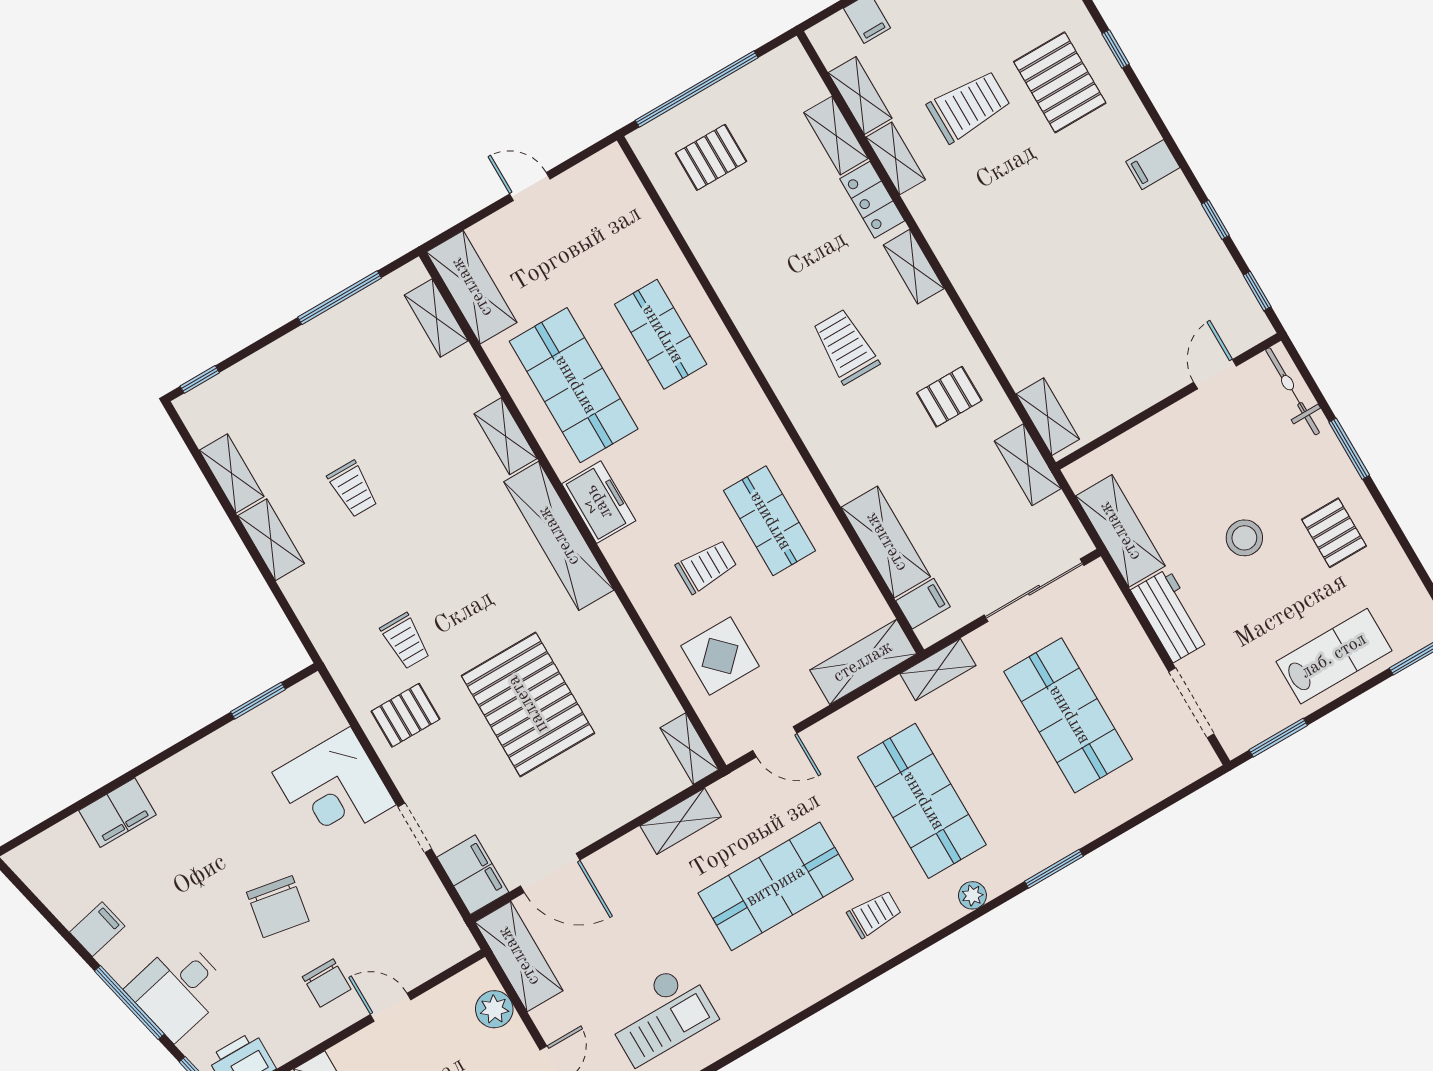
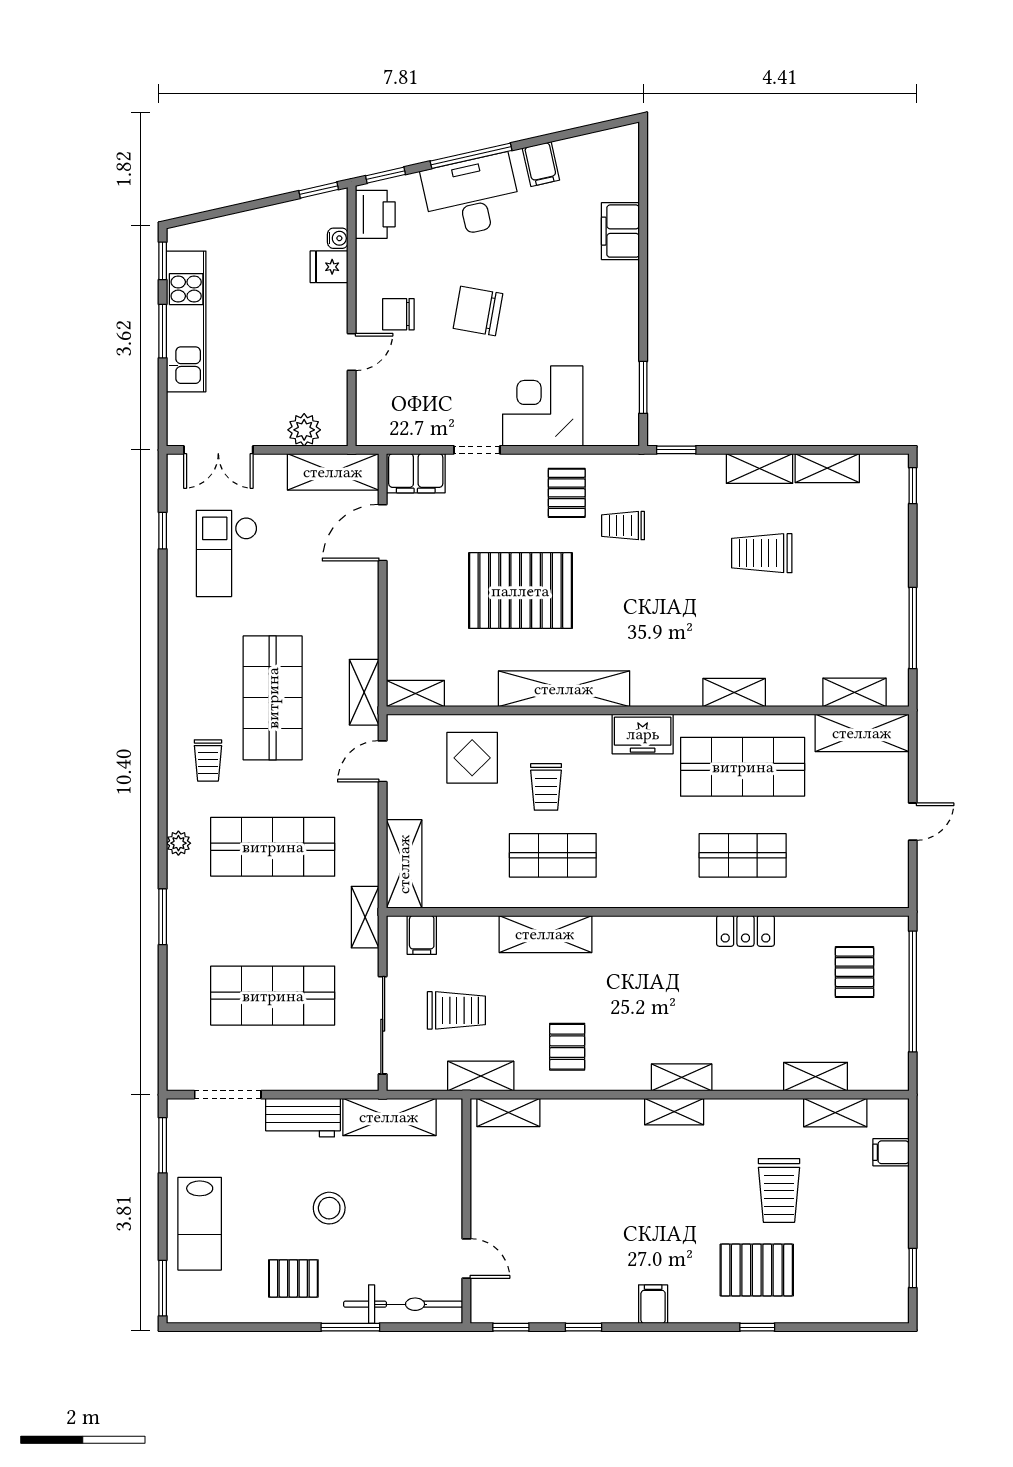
shelving: (896, 158) -> (674, 1112), moved
locker: (872, 200) -> (745, 931), moved, turned 180
trolley: (845, 346) -> (456, 1010), moved
bicycle: (1293, 391) -> (403, 1304), width x1.37, depth x1.40
trolley: (353, 489) -> (762, 553), width x1.36, depth x1.39
shelving: (559, 536) -> (564, 689), moved
shelving: (886, 542) -> (545, 934), moved
window: (300, 632) -> (676, 450), added
shelving: (681, 821) -> (364, 692), moved
desk: (178, 989) -> (472, 196), width x1.37

